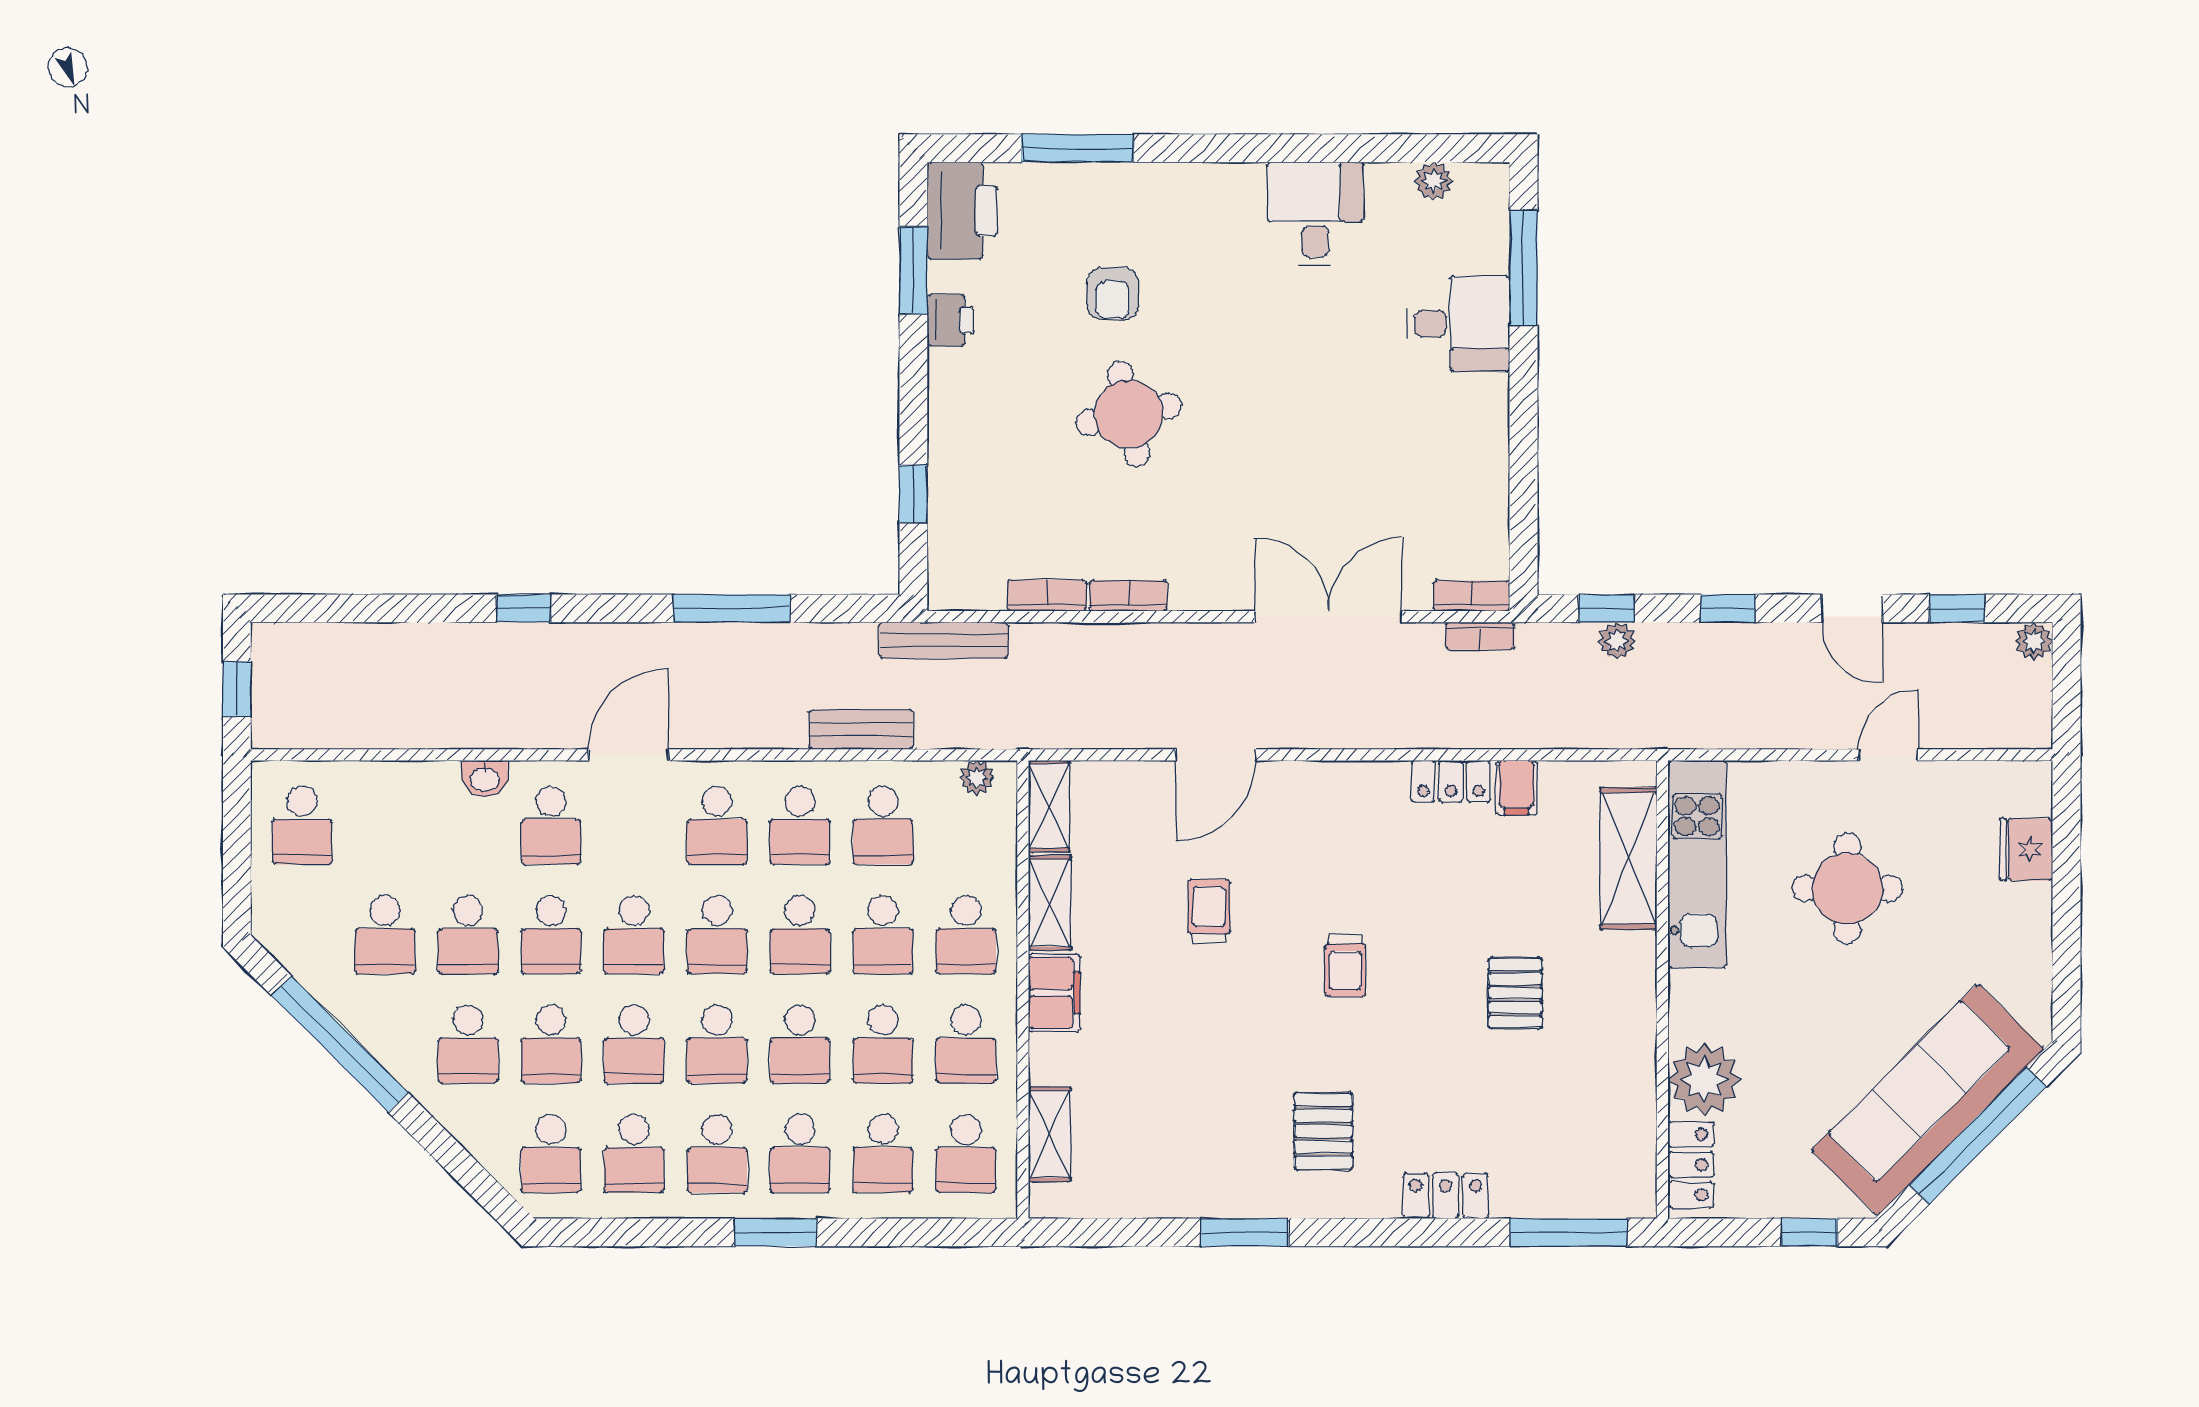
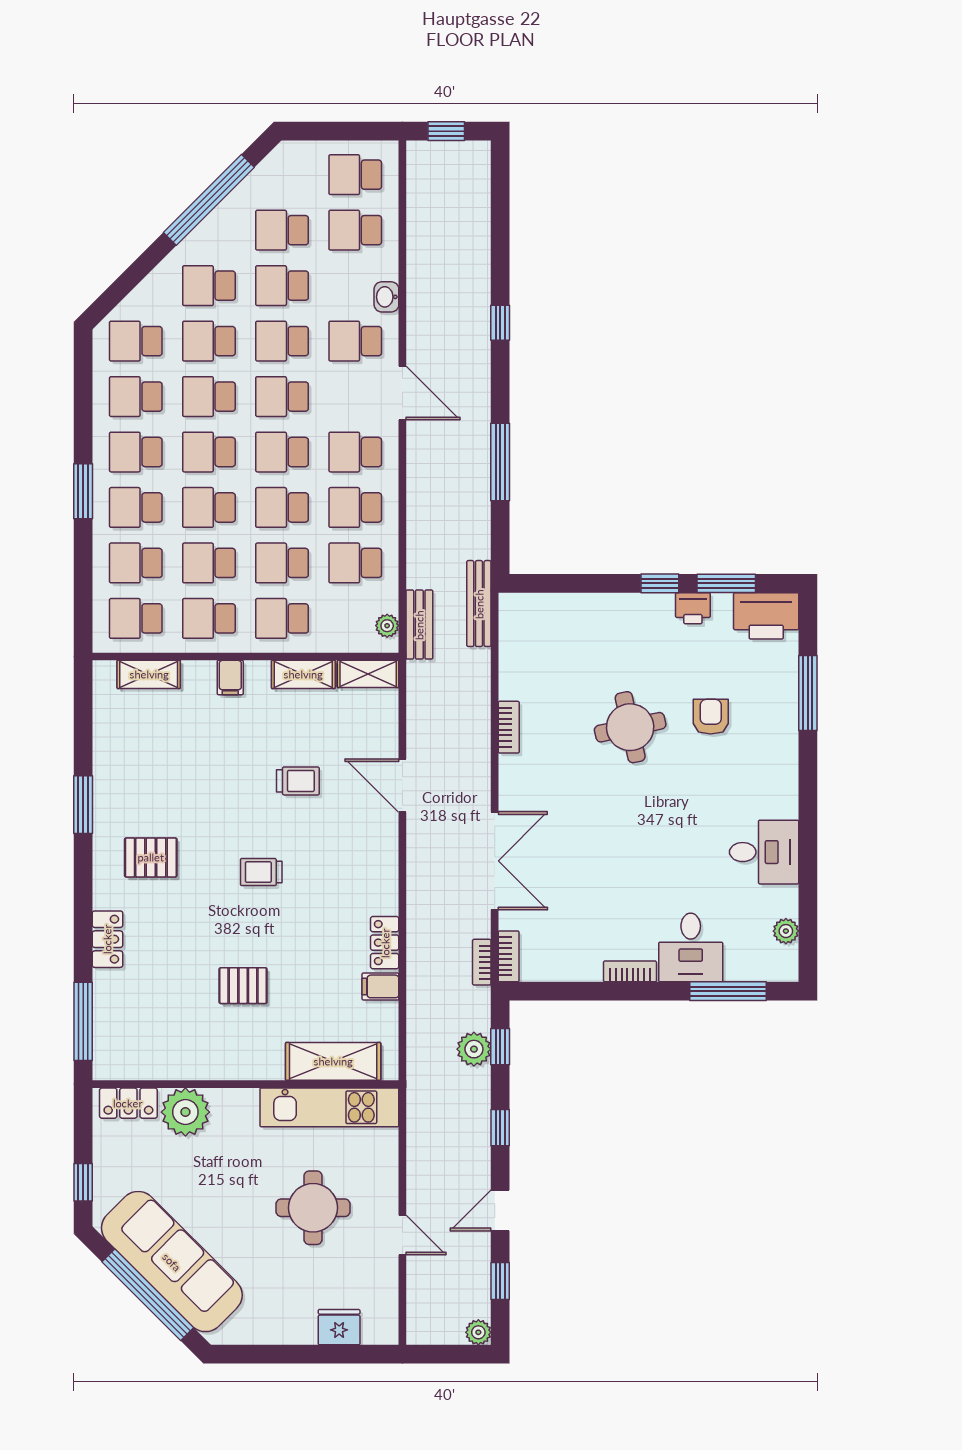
armchair: (1113, 294) -> (711, 717), turned 90
window: (913, 494) -> (660, 583), moved
bookcase: (1047, 595) -> (630, 971), moved, turned -90
plant: (1617, 641) -> (474, 1049), width x1.38, depth x1.38
bench: (861, 729) -> (419, 625), moved
school desk: (385, 825) -> (355, 230), added
filing cabinet: (1054, 993) -> (230, 677), width x0.50

